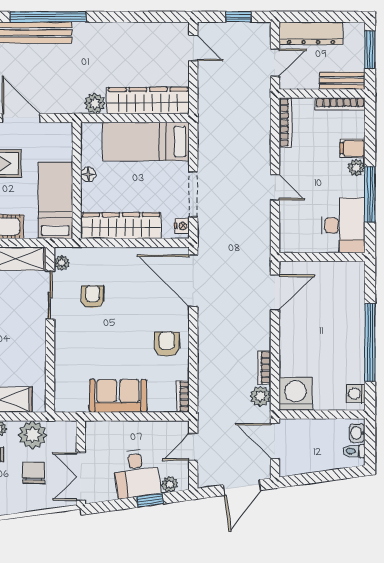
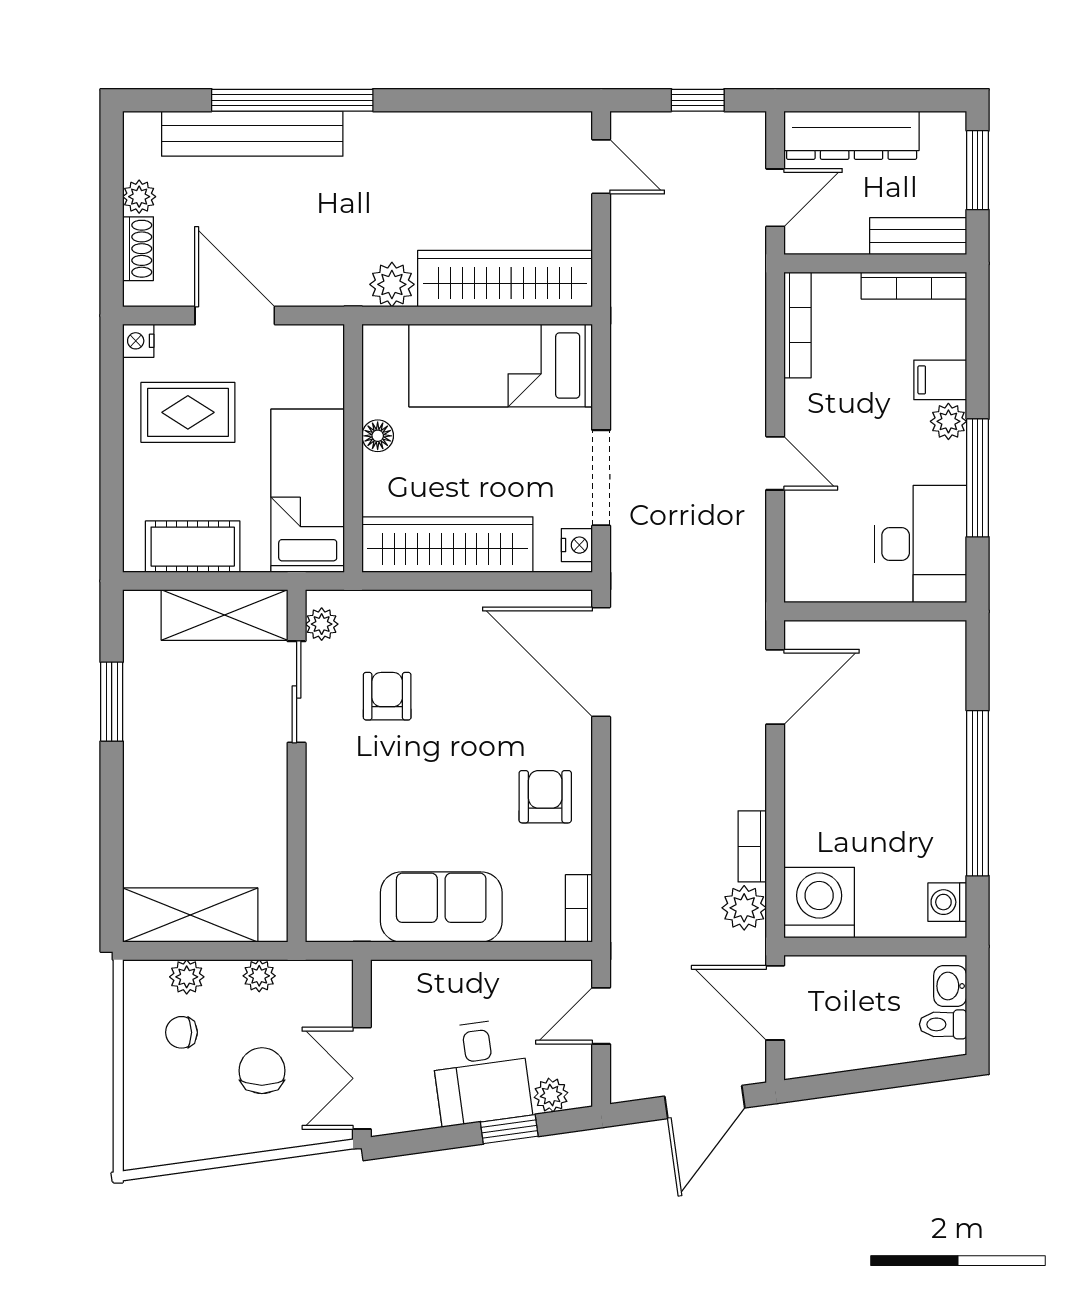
plant: (32, 435) -> (259, 976), width x0.53, depth x0.53

